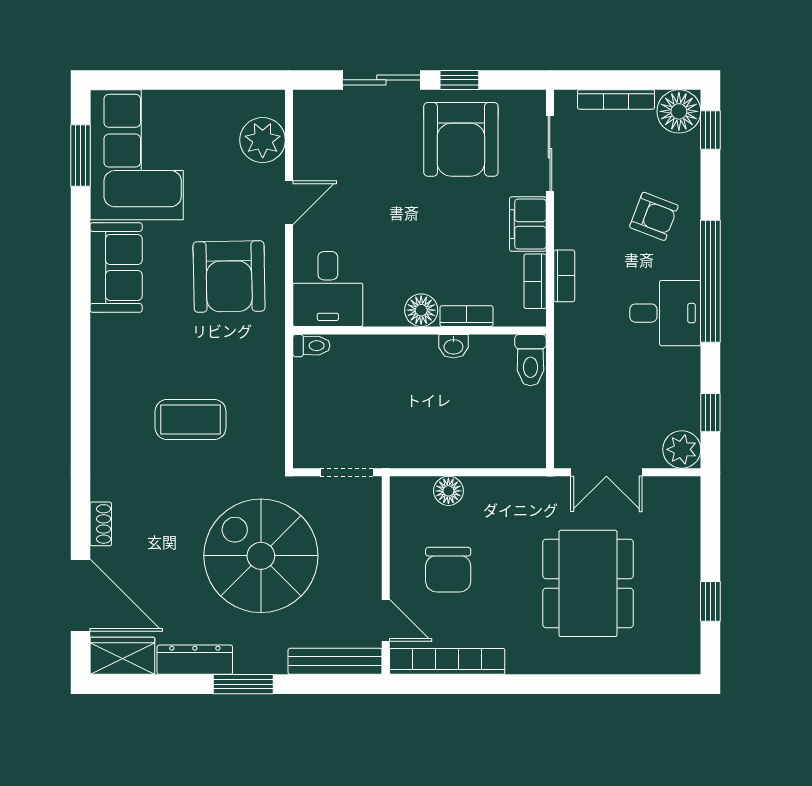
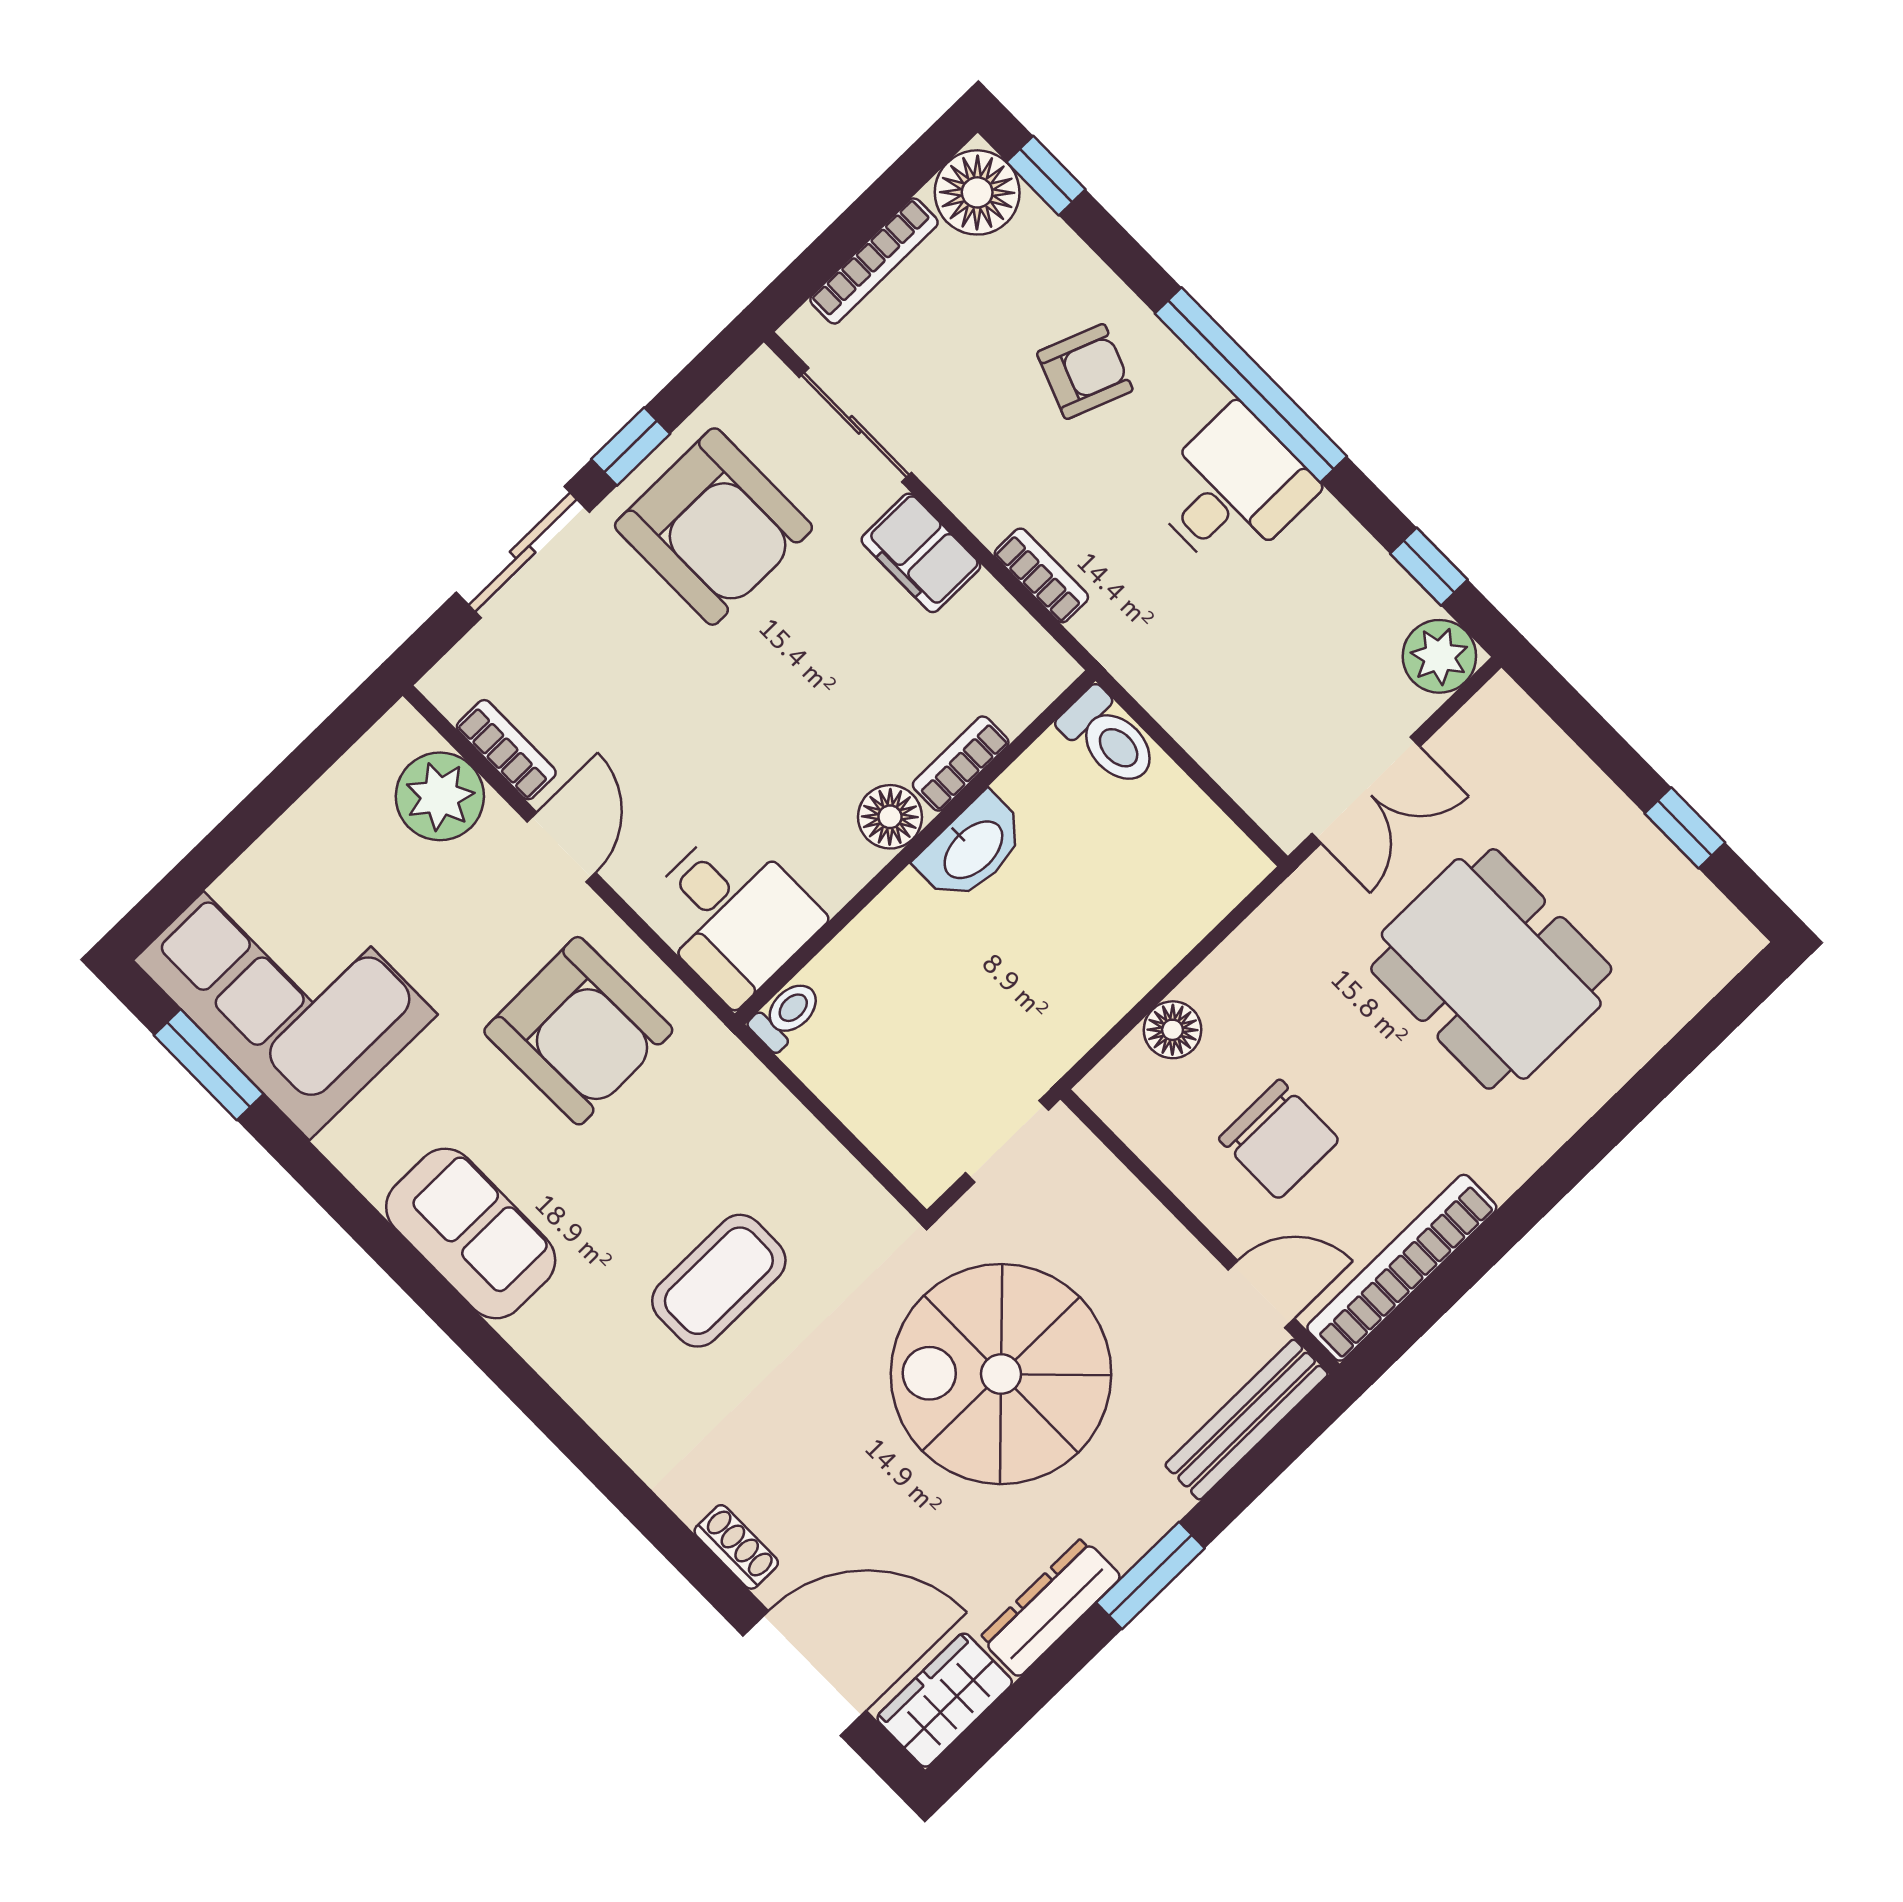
sofa: (116, 267) -> (471, 1233), moved
bookcase: (535, 281) -> (506, 750), moved, turned 180
washbasin: (453, 346) -> (972, 848), width x1.91, depth x1.45

